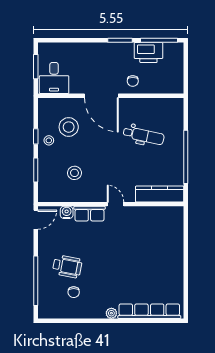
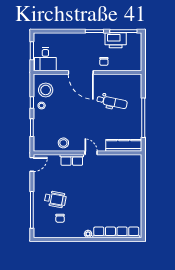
stool: (69, 127) -> (46, 90), moved
stool: (74, 173) -> (63, 143), moved
water cooler: (67, 212) -> (55, 159), removed

